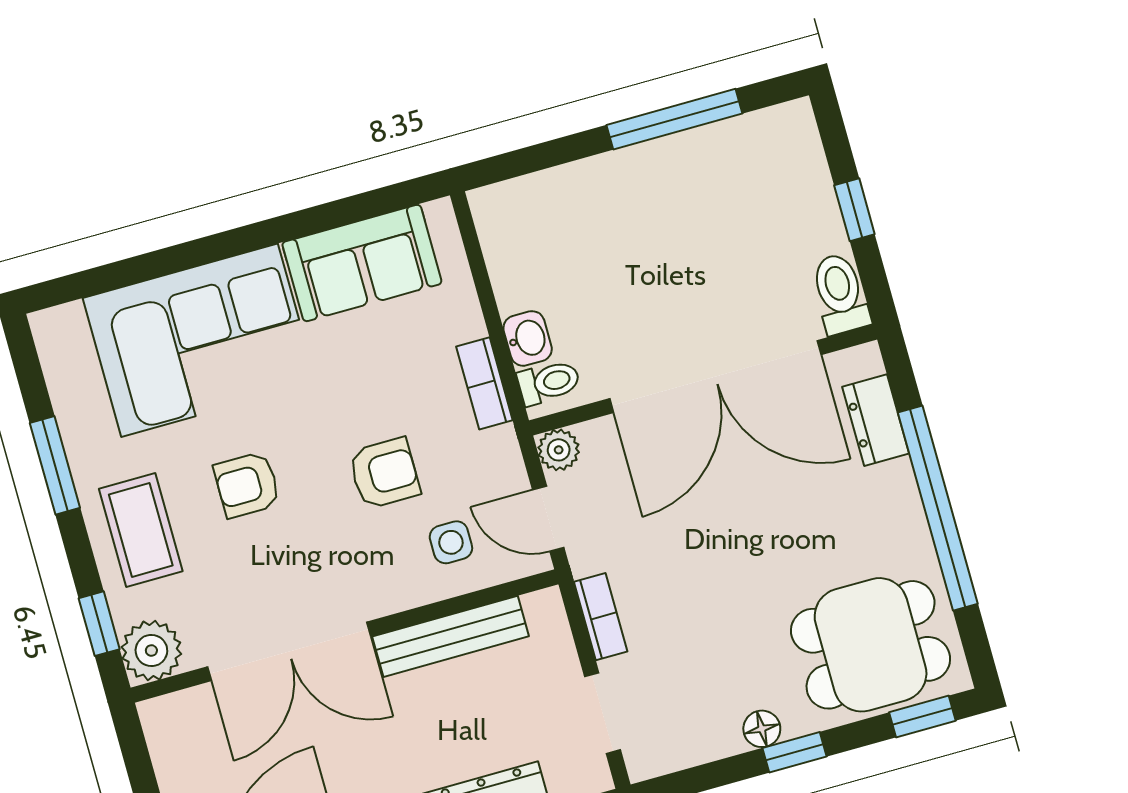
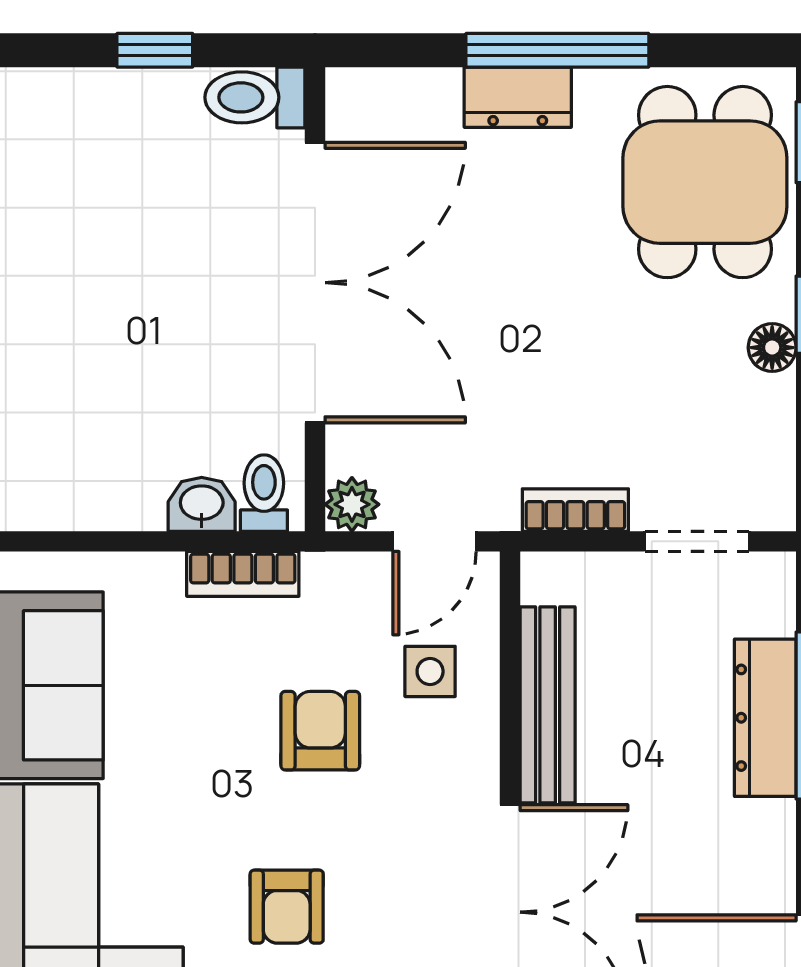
dresser: (876, 420) -> (518, 97), moved
window: (938, 508) -> (557, 50), width x0.68

